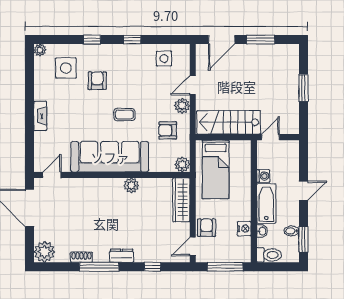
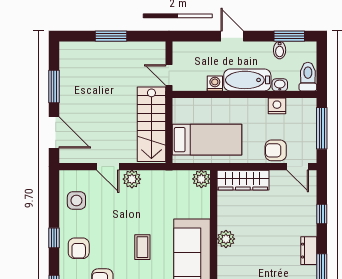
armchair: (168, 130) -> (79, 248), moved

